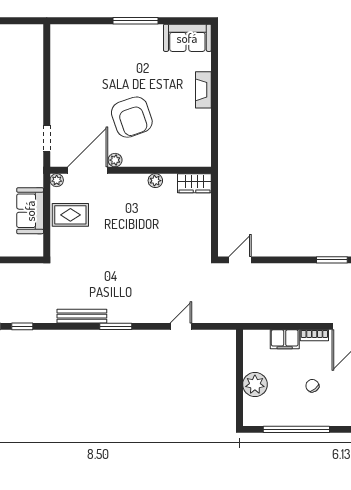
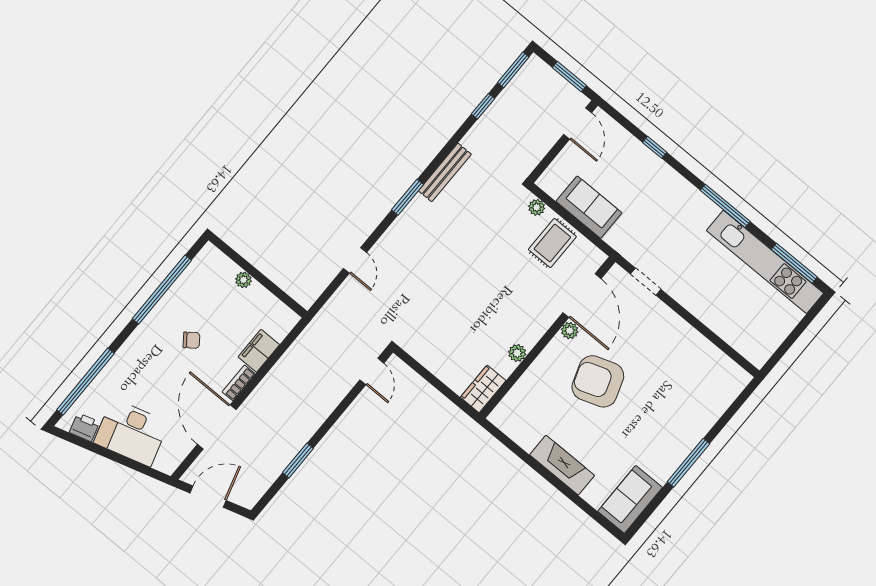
fireplace: (203, 90) -> (562, 465), width x1.37, depth x1.32
plant: (57, 180) -> (537, 207), moved
plant: (255, 384) -> (243, 280), width x0.53, depth x0.53

